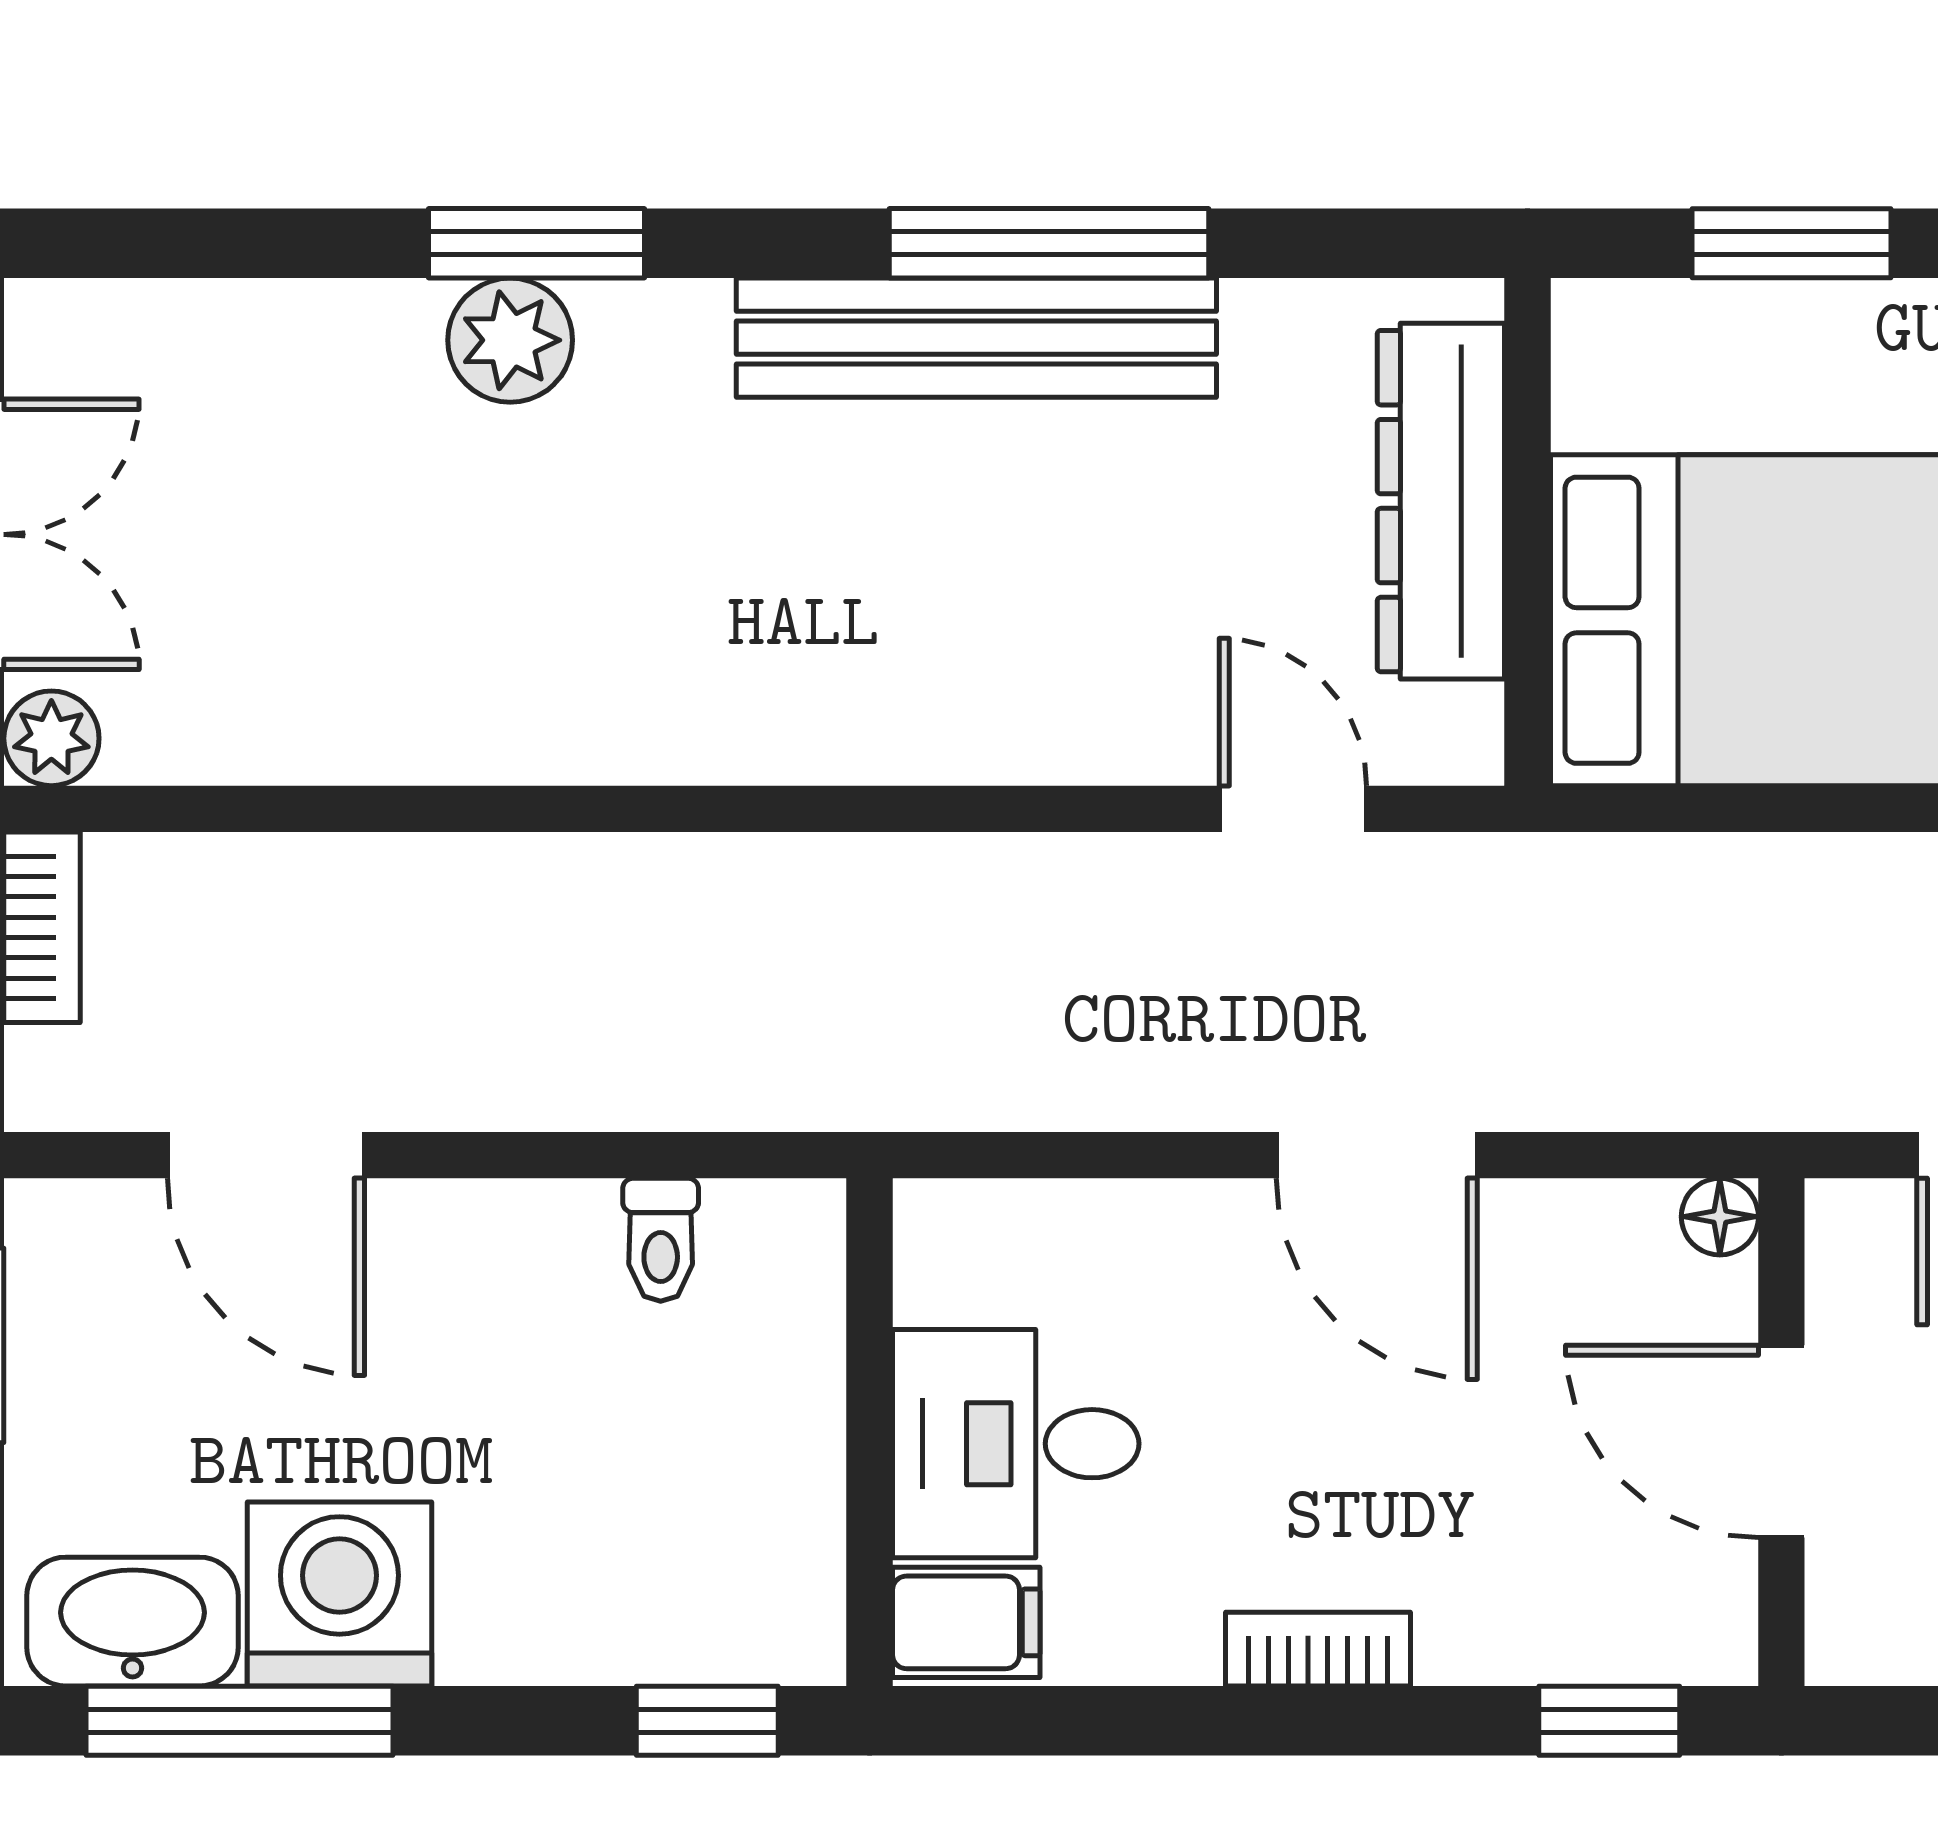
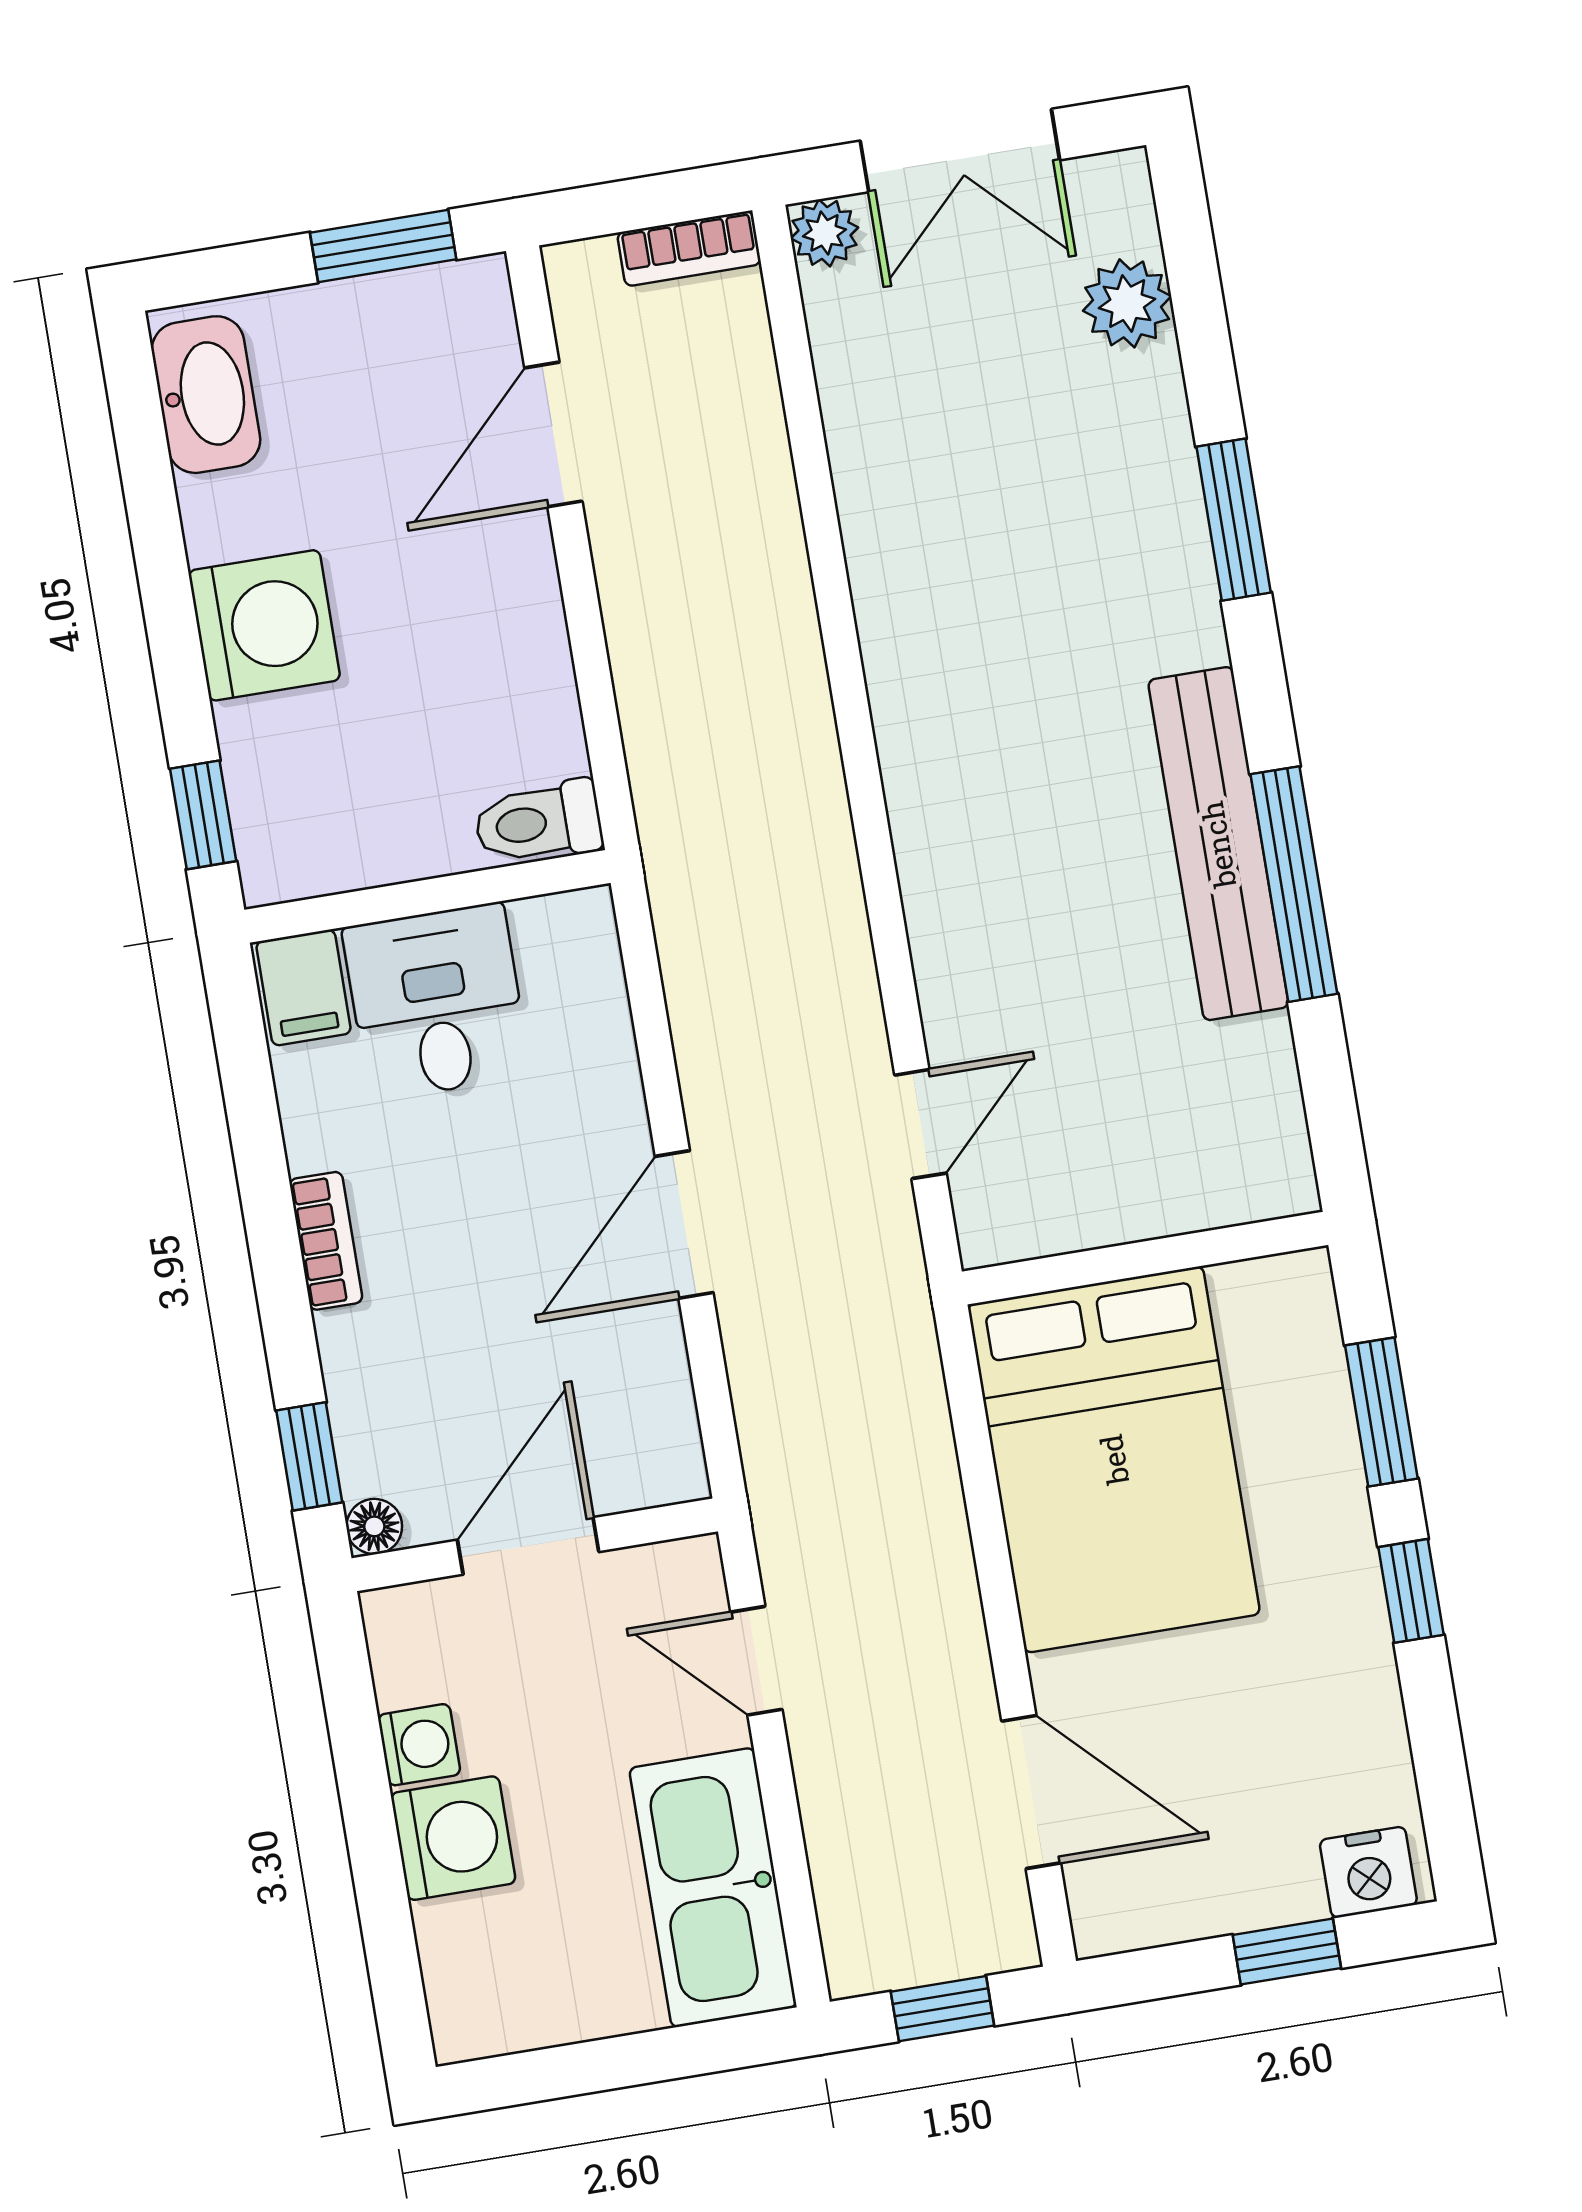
plant: (510, 340) -> (1127, 303), moved
dresser: (1441, 501) -> (1157, 1193), removed
floor lamp: (1720, 1217) -> (374, 1526), moved
toilet: (661, 1240) -> (538, 822), moved, width x1.37, depth x1.39
washing machine: (339, 1594) -> (264, 625), moved
window: (240, 1721) -> (148, 482), removed

